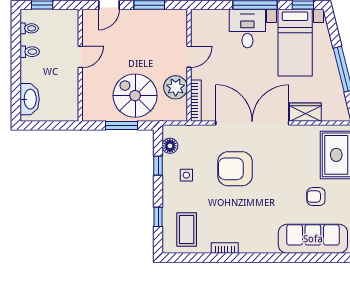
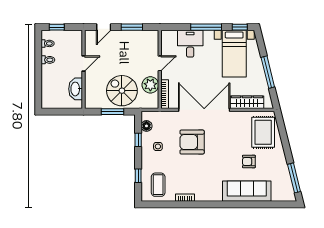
desk: (247, 29) -> (190, 44), moved
washbasin: (30, 99) -> (76, 89), moved, turned 180
wardrobe: (305, 112) -> (247, 102), width x1.50

